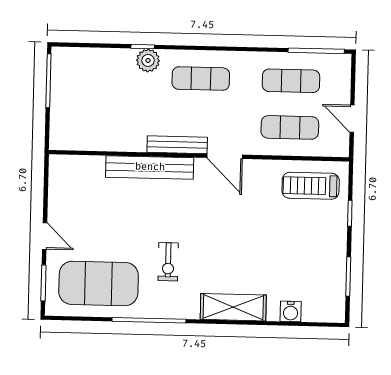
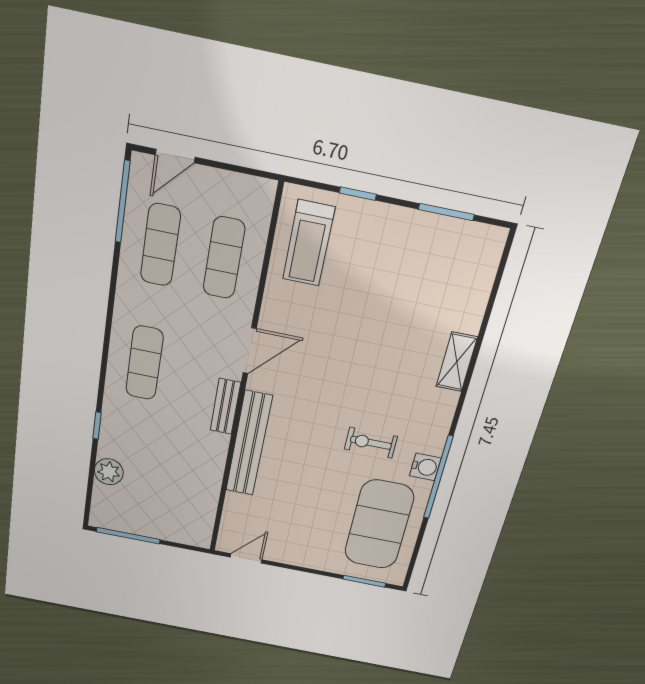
plant: (148, 60) -> (109, 472), moved
door: (352, 119) -> (175, 156), moved
bench: (177, 145) -> (225, 406), width x0.73
door: (45, 236) -> (246, 558), moved
exercise bike: (168, 262) -> (371, 443), turned 180
shelving: (233, 307) -> (457, 362), width x0.67, depth x0.75
water cooler: (291, 311) -> (425, 467), moved

